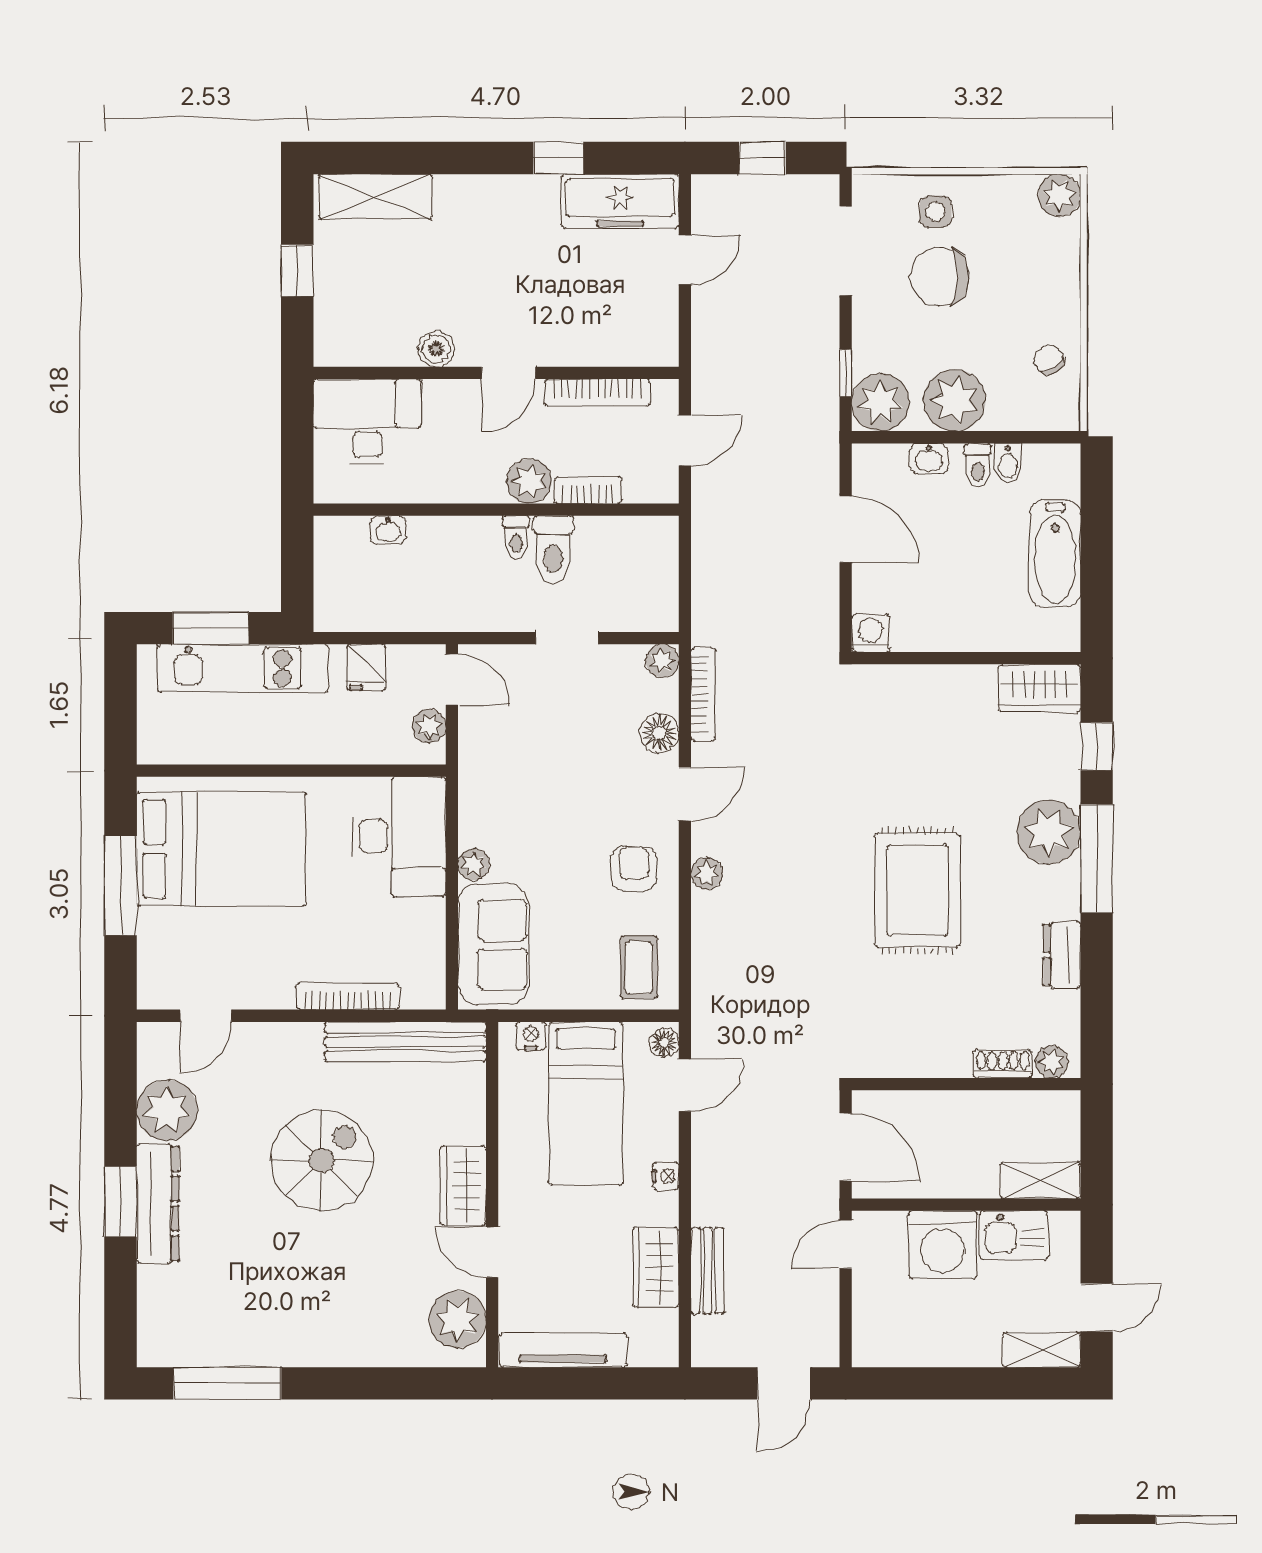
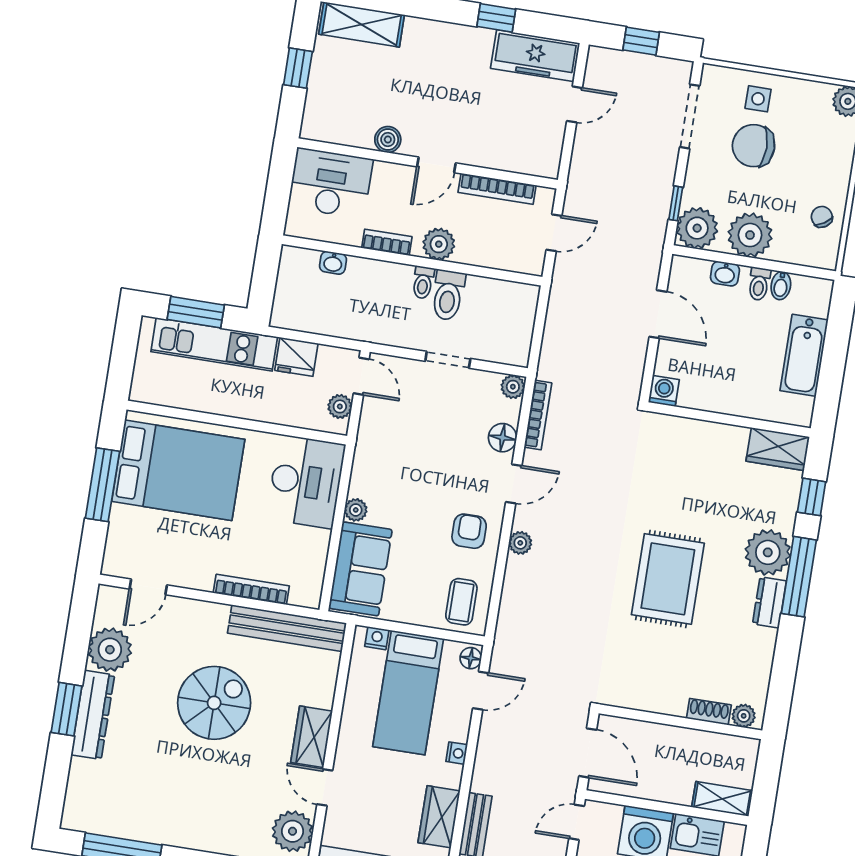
bookcase: (588, 490) -> (387, 242), moved
fridge: (366, 667) -> (296, 357), width x1.38
dresser: (1062, 955) -> (769, 602), moved

